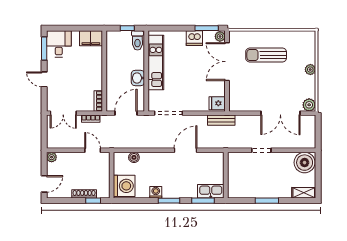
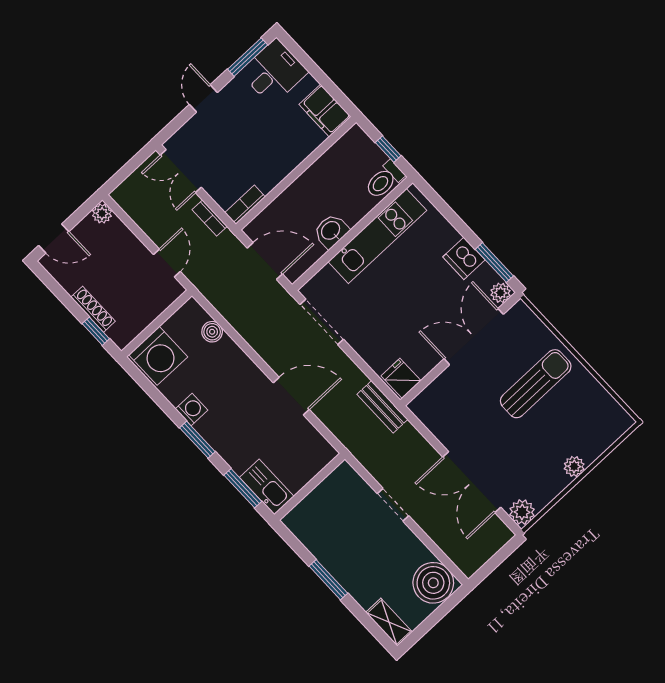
sun lounger: (266, 55) -> (536, 384), turned 90

